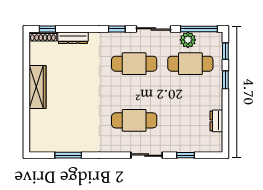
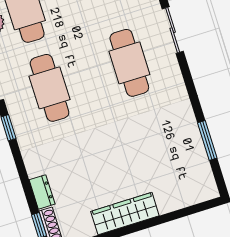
dresser: (73, 38) -> (42, 192), width x0.70

